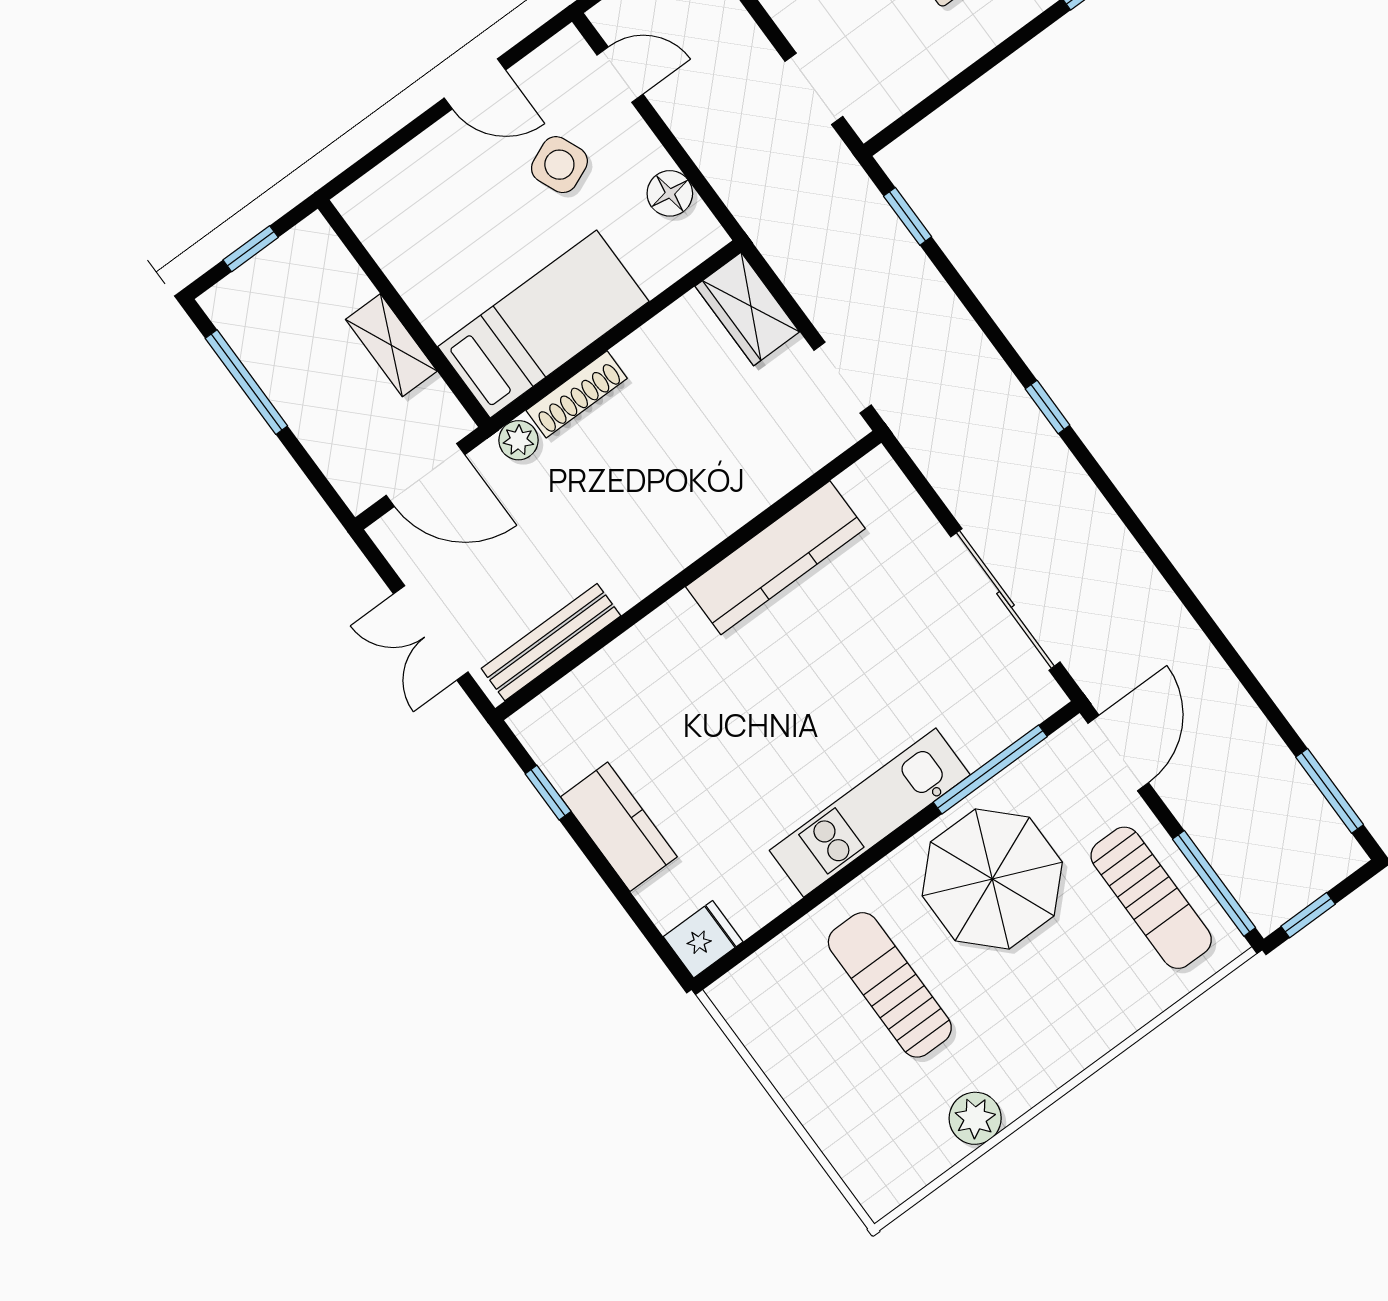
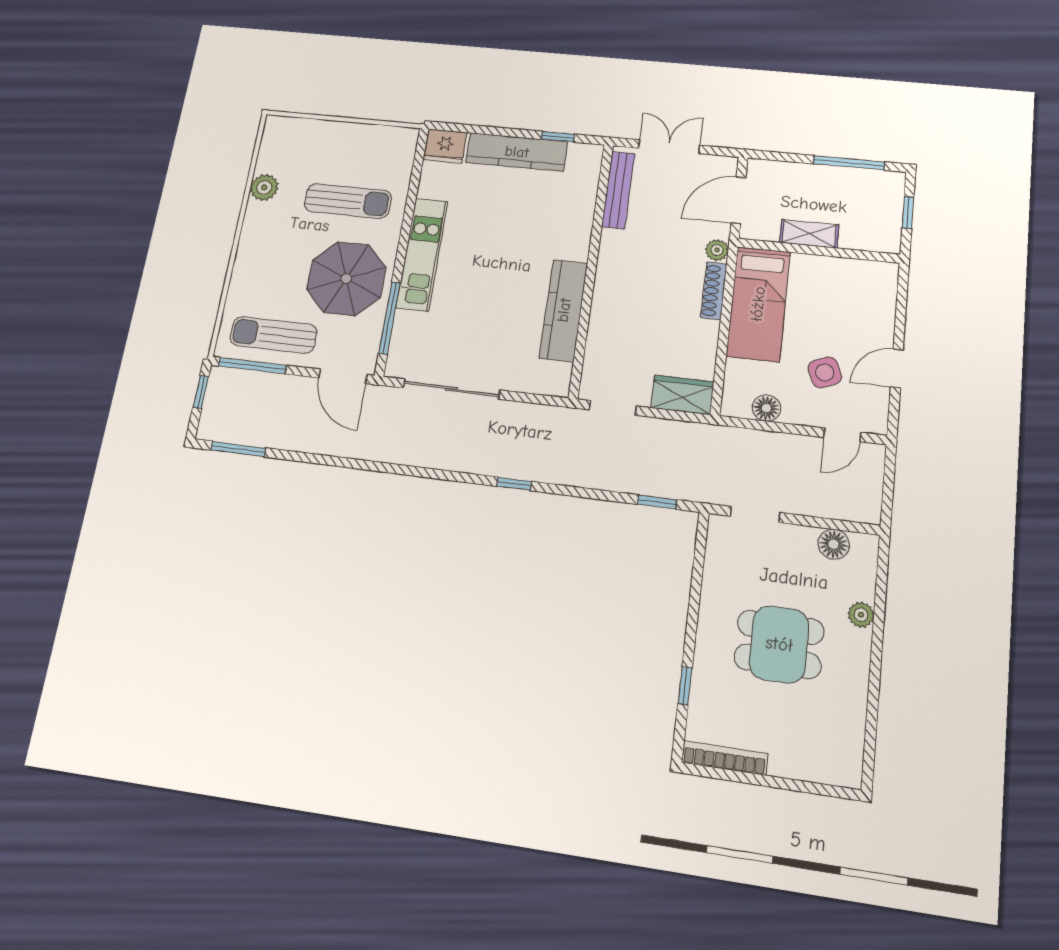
kitchen counter: (619, 827) -> (517, 152), width x1.50
fridge: (703, 939) -> (445, 146), width x1.38

